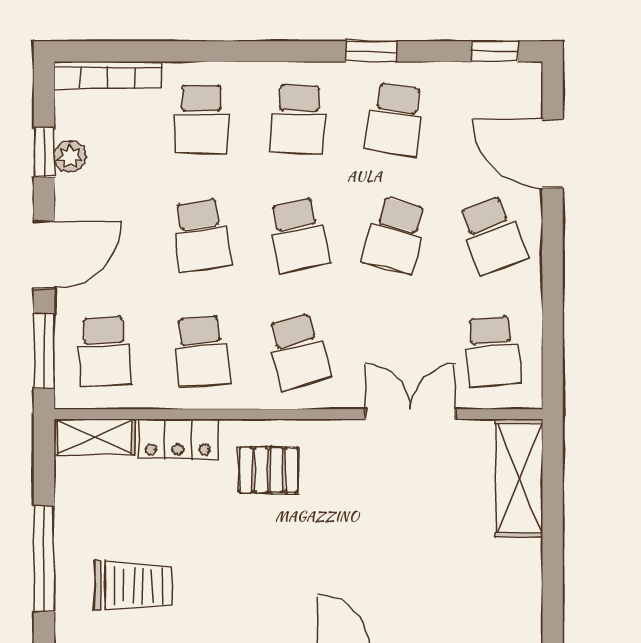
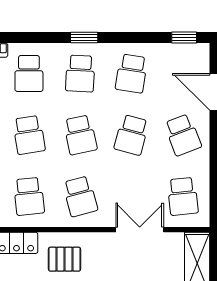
window: (371, 51) -> (84, 37), moved

